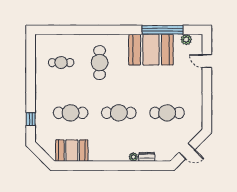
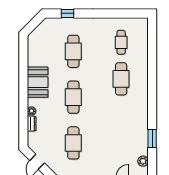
window: (162, 30) -> (152, 139), width x0.47
booth: (151, 50) -> (133, 128), removed
cafe table: (100, 63) -> (121, 79), turned 90
booth: (72, 151) -> (38, 82), moved

